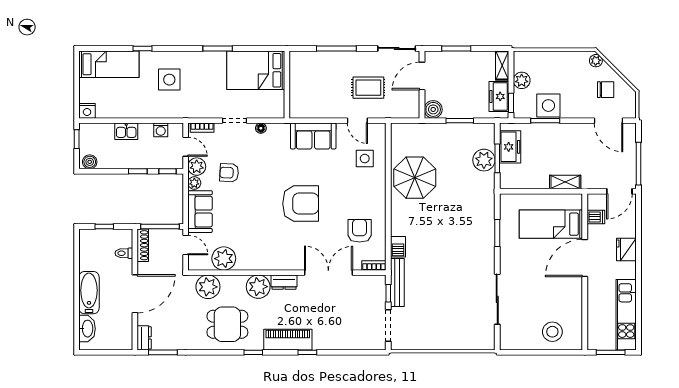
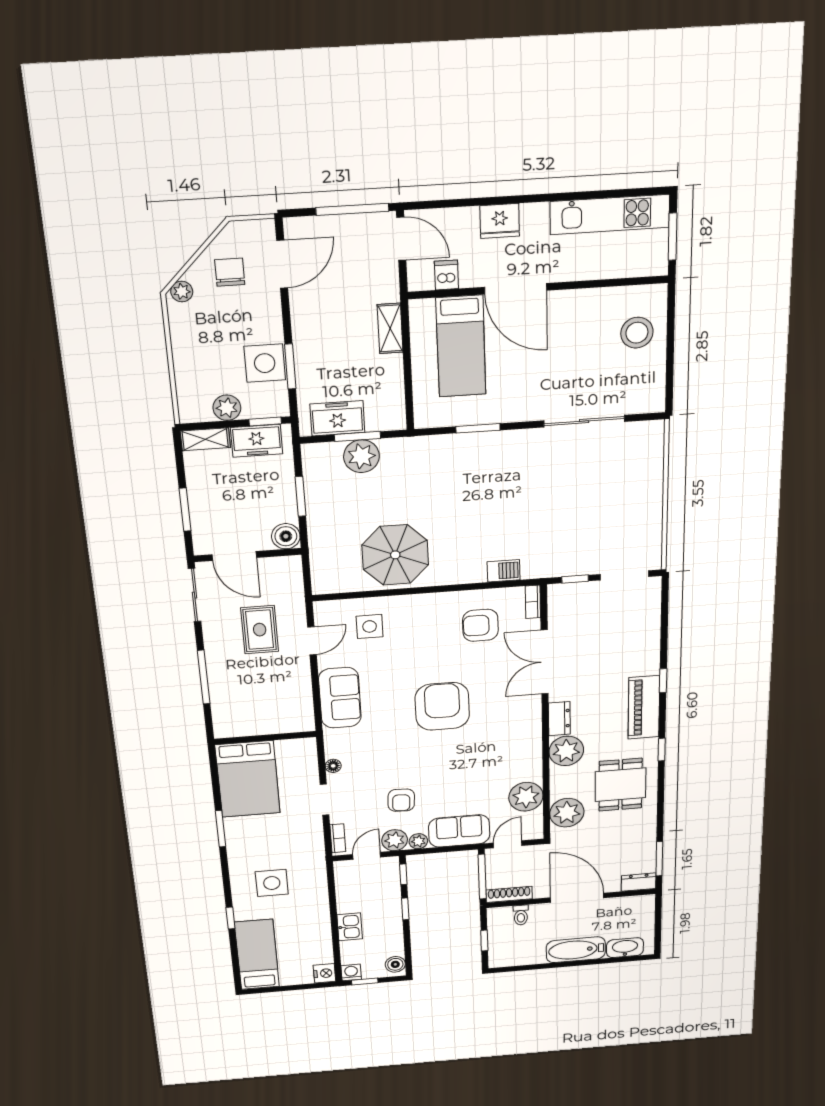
washing machine: (161, 130) -> (351, 972), moved, turned -90
bench: (397, 283) -> (559, 568), removed

